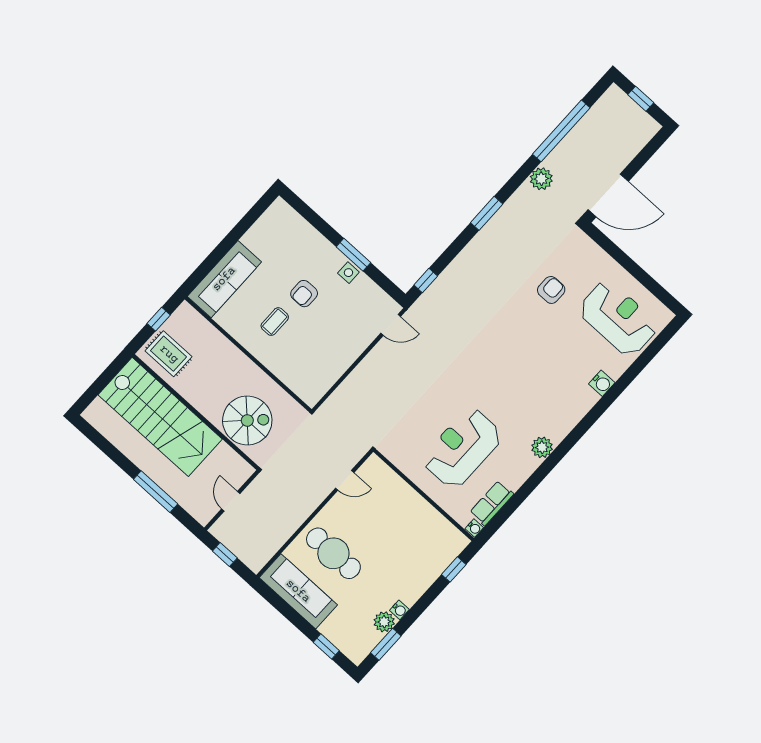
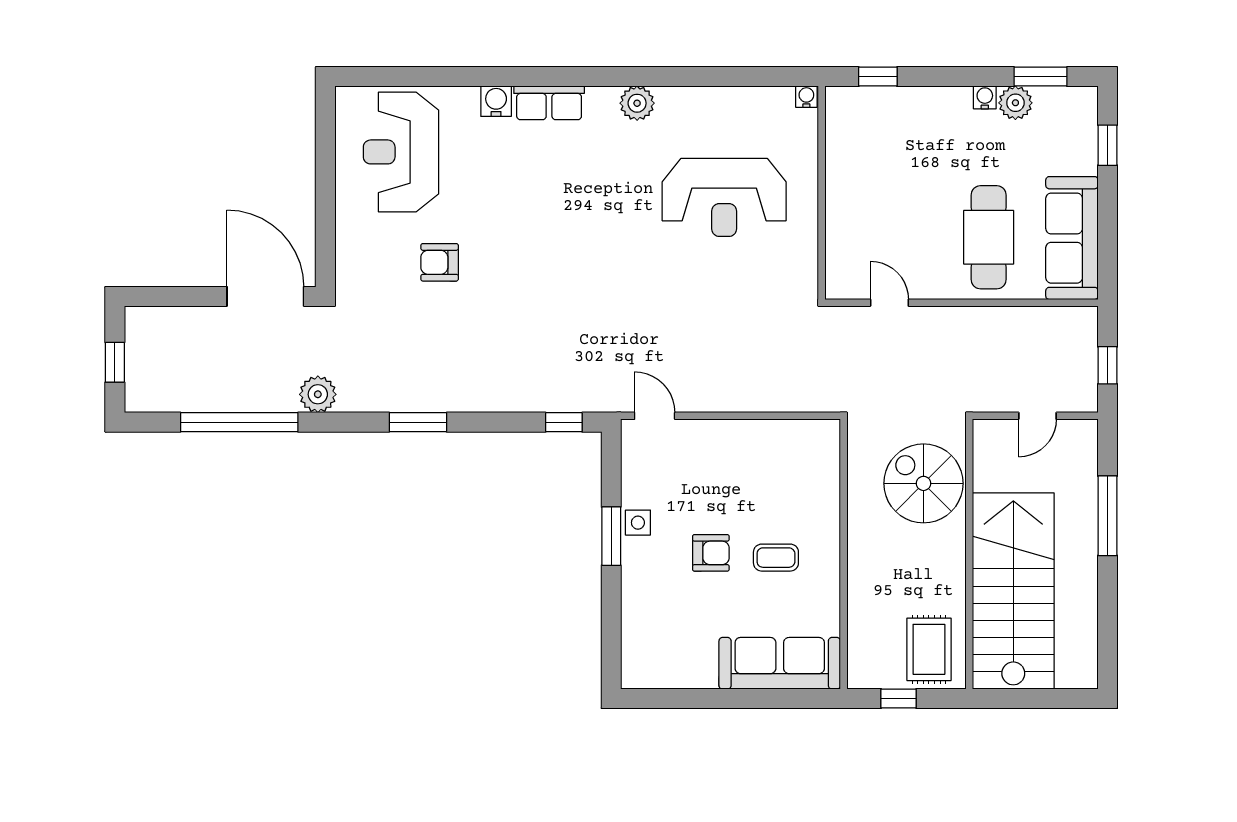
row of seats: (492, 503) -> (549, 103), moved

